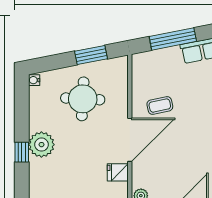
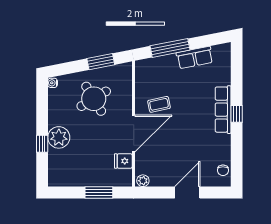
round table: (83, 99) -> (94, 99), turned -34

